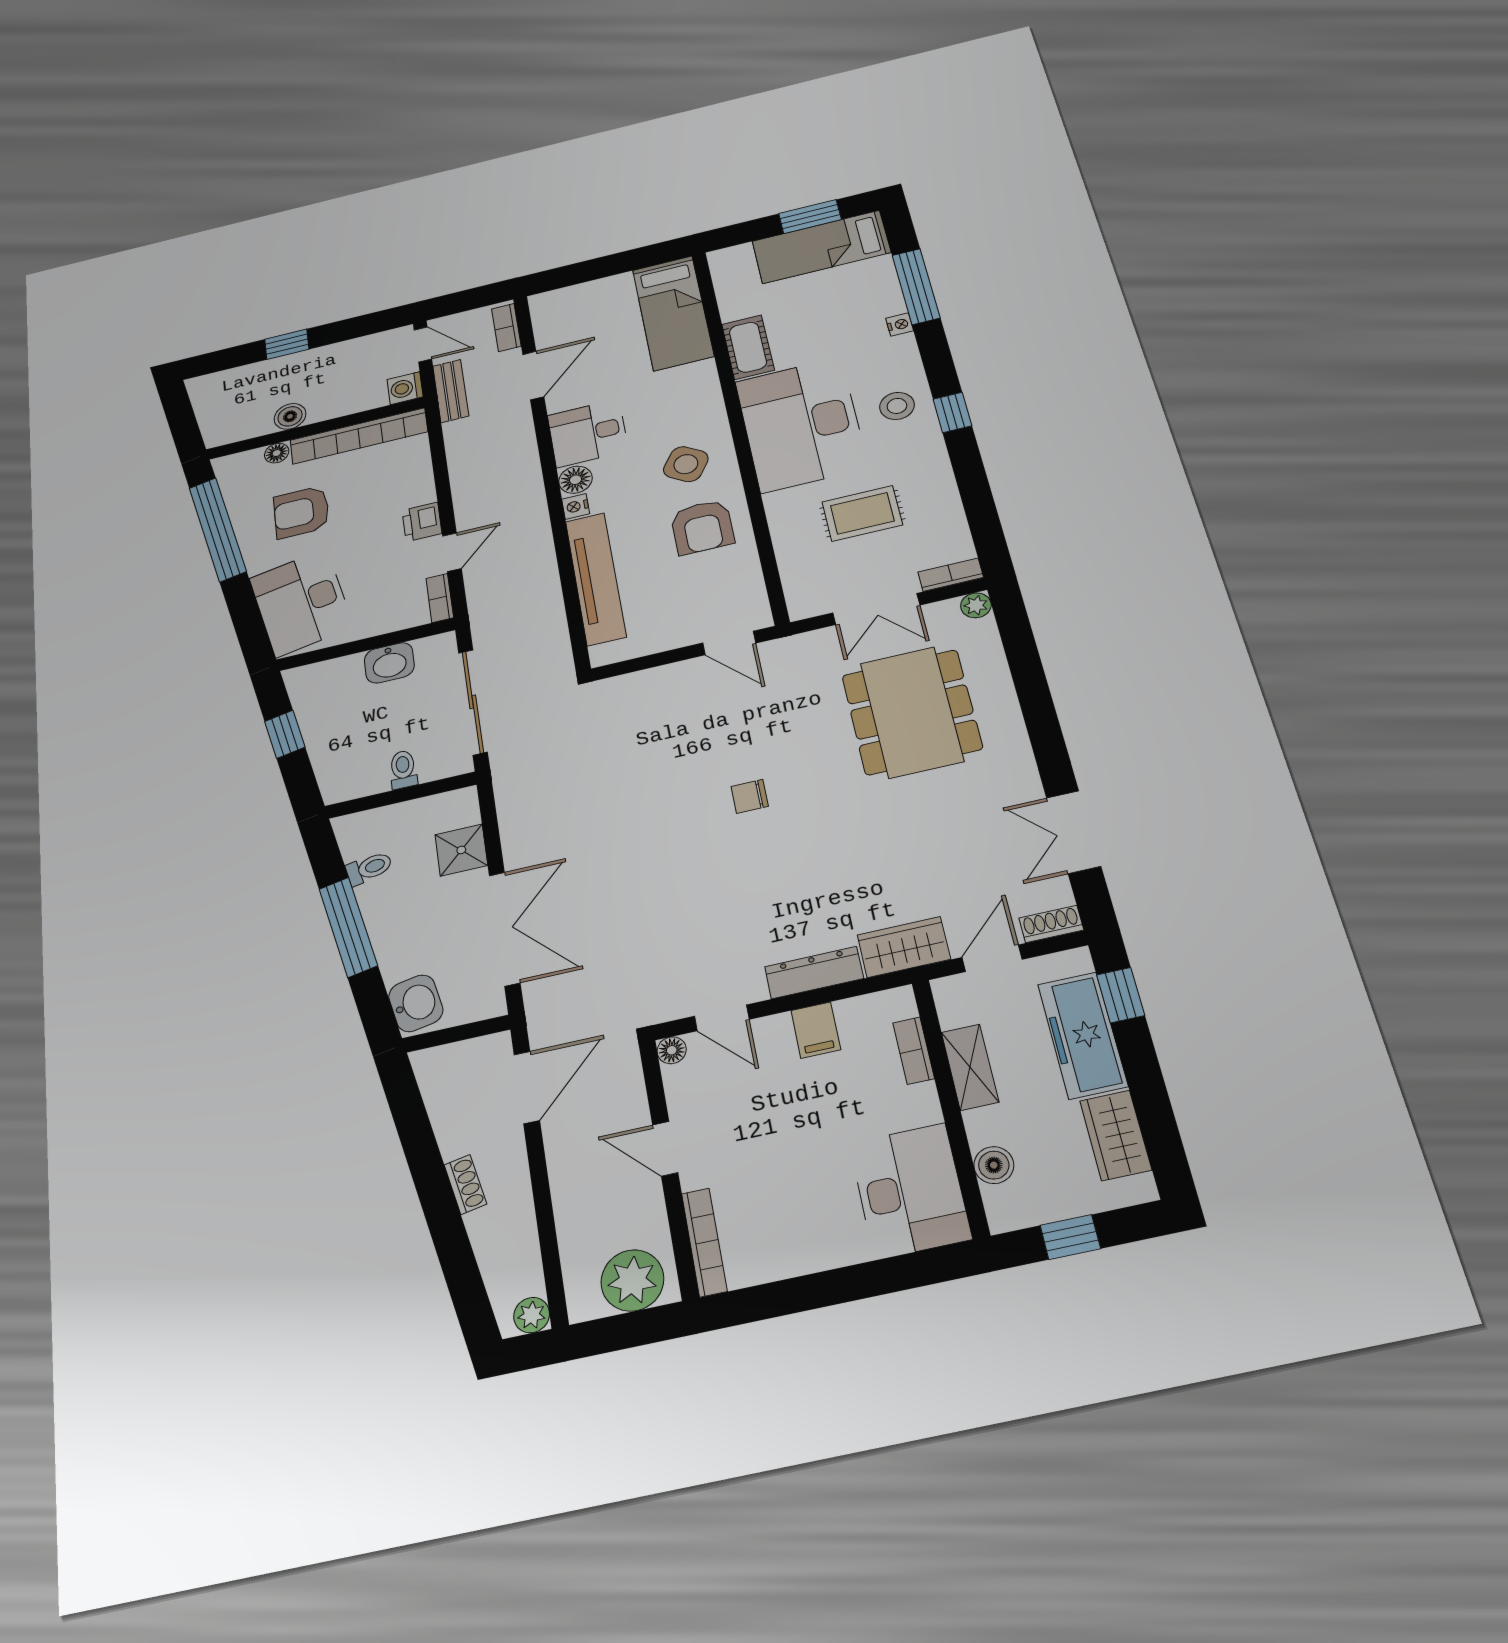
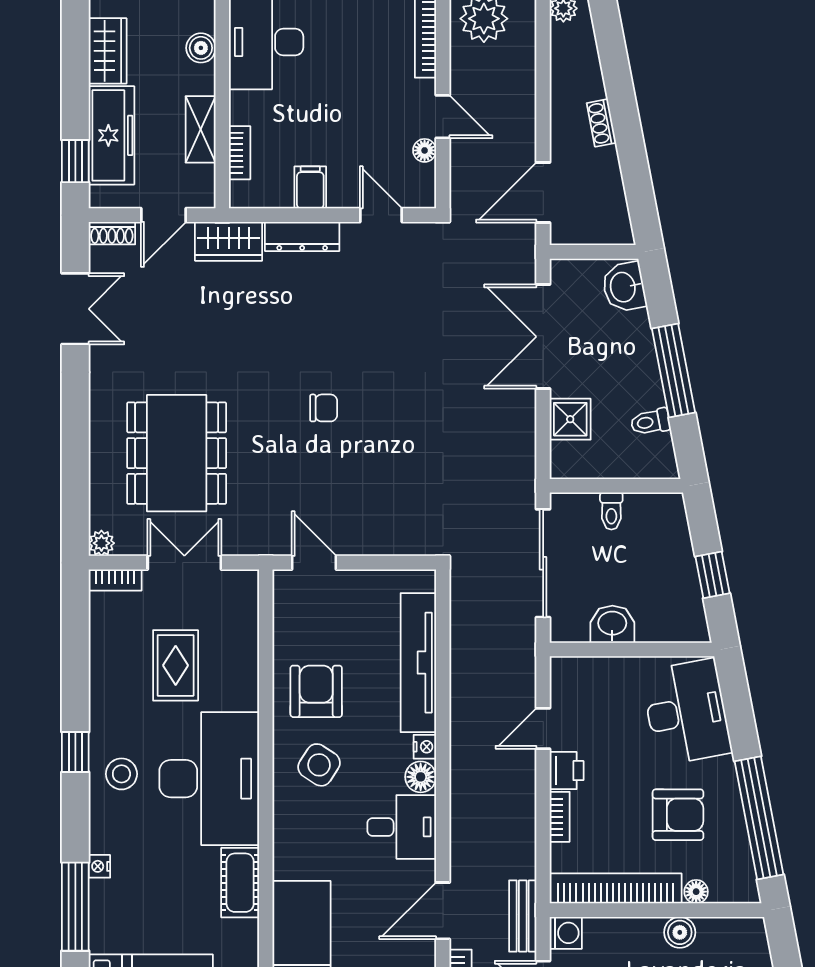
rug: (862, 513) -> (176, 665), turned 90
bookcase: (440, 598) -> (560, 817), moved
floor lamp: (672, 1050) -> (425, 150), moved

